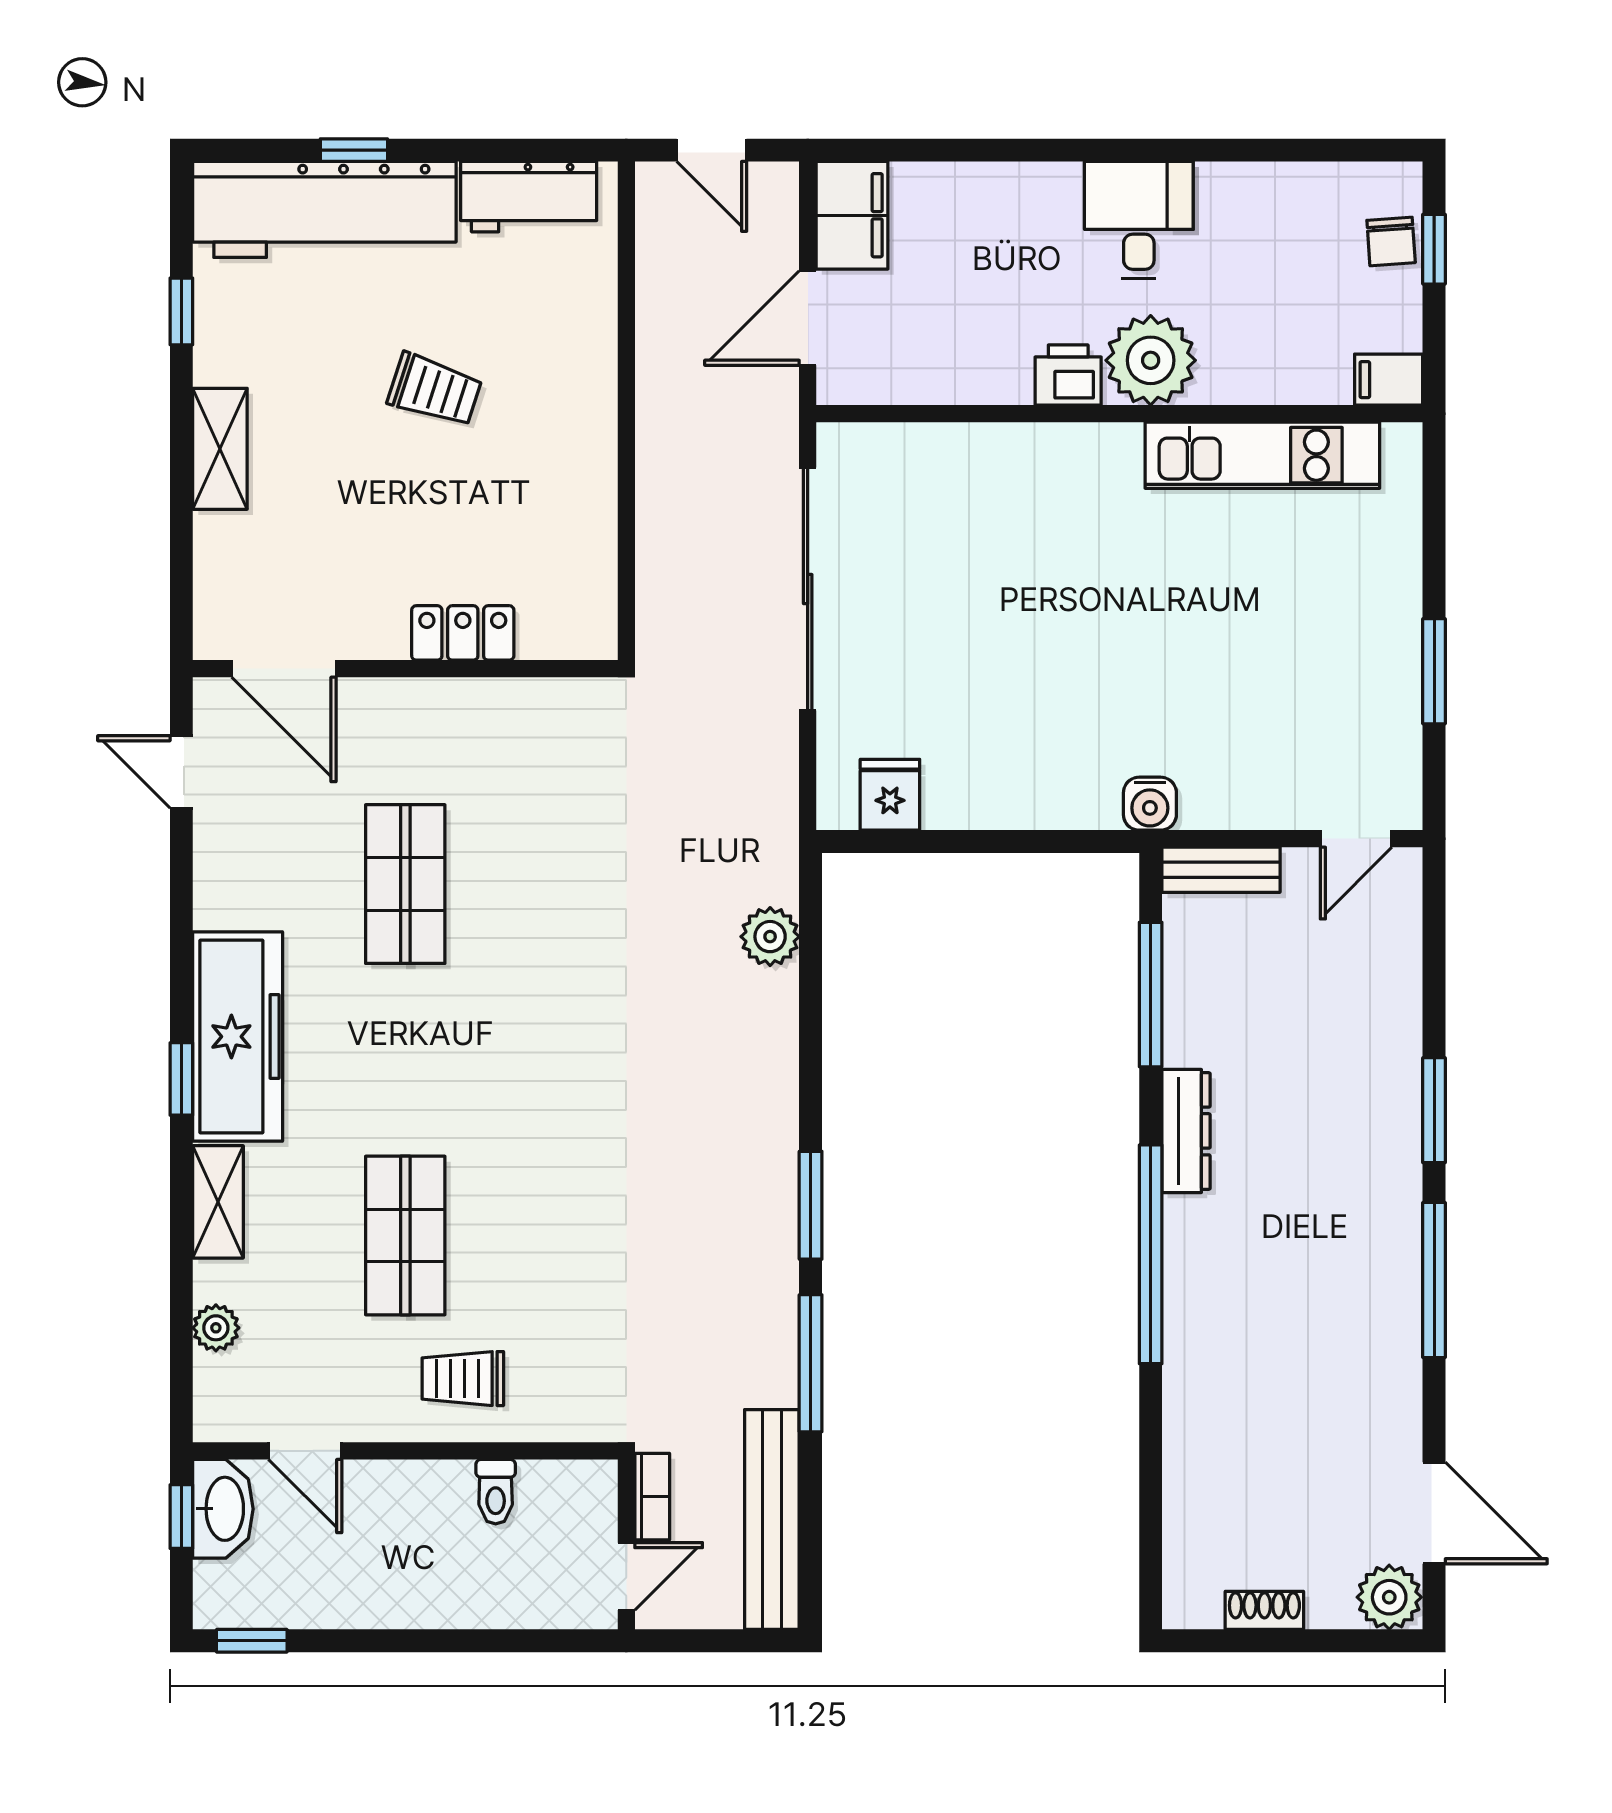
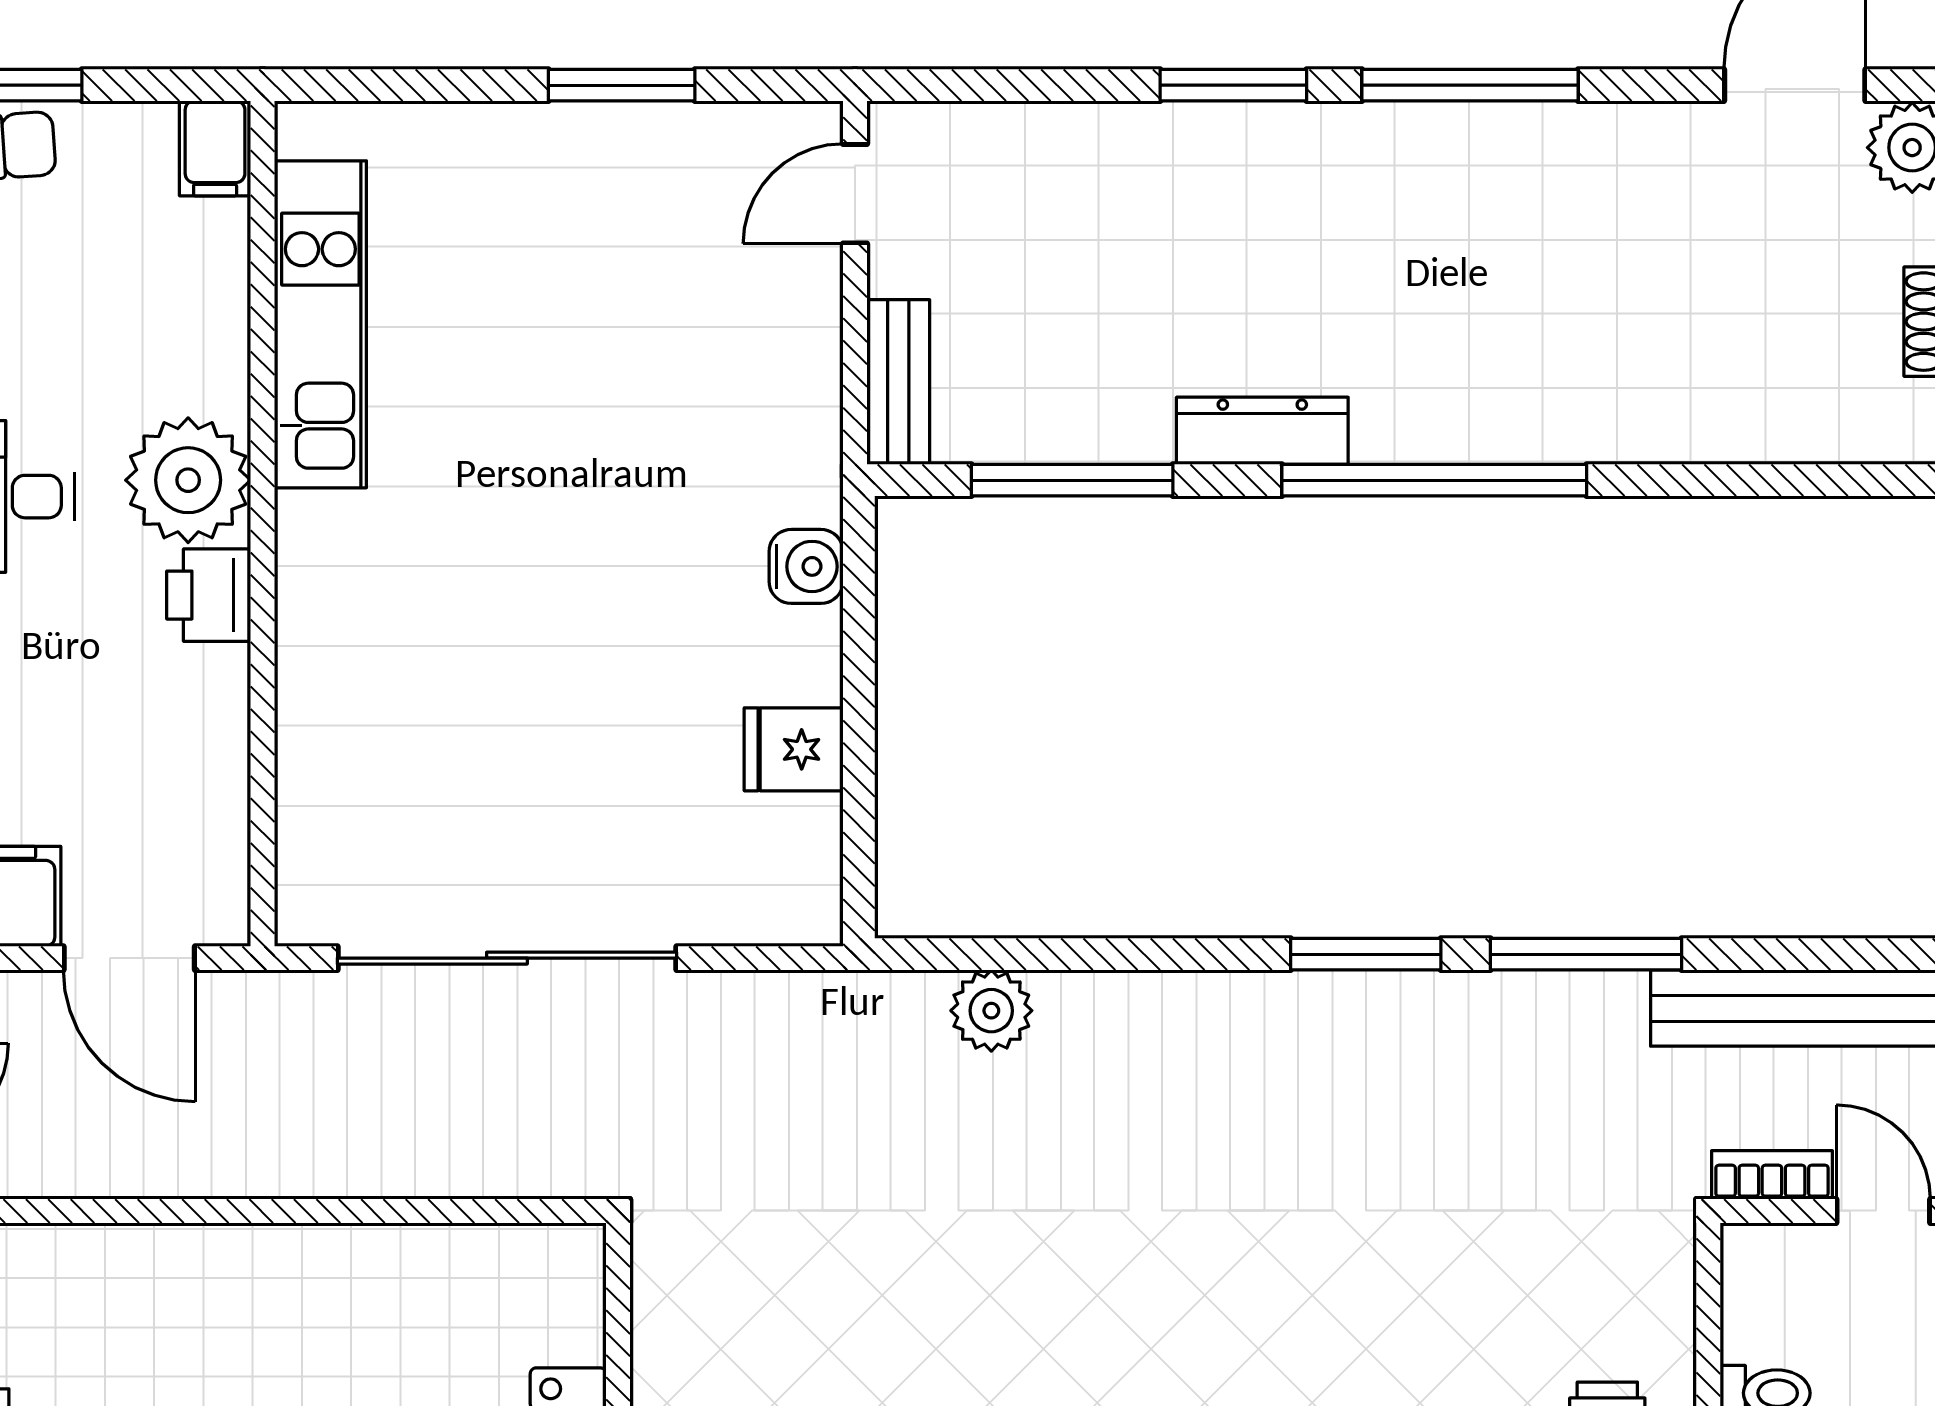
fridge: (890, 795) -> (794, 749), moved
water cooler: (1150, 804) -> (806, 566), moved
door: (1356, 839) -> (855, 194), swing flipped

